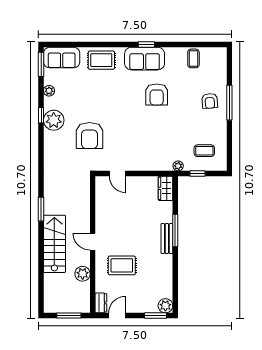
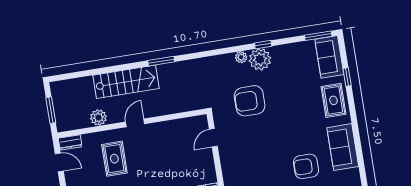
window: (146, 45) -> (347, 77), moved
plant: (49, 91) -> (241, 57), moved

